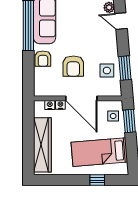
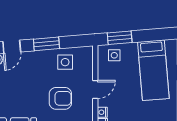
window: (125, 68) -> (46, 44), moved
door: (81, 98) -> (95, 90), width x0.53

